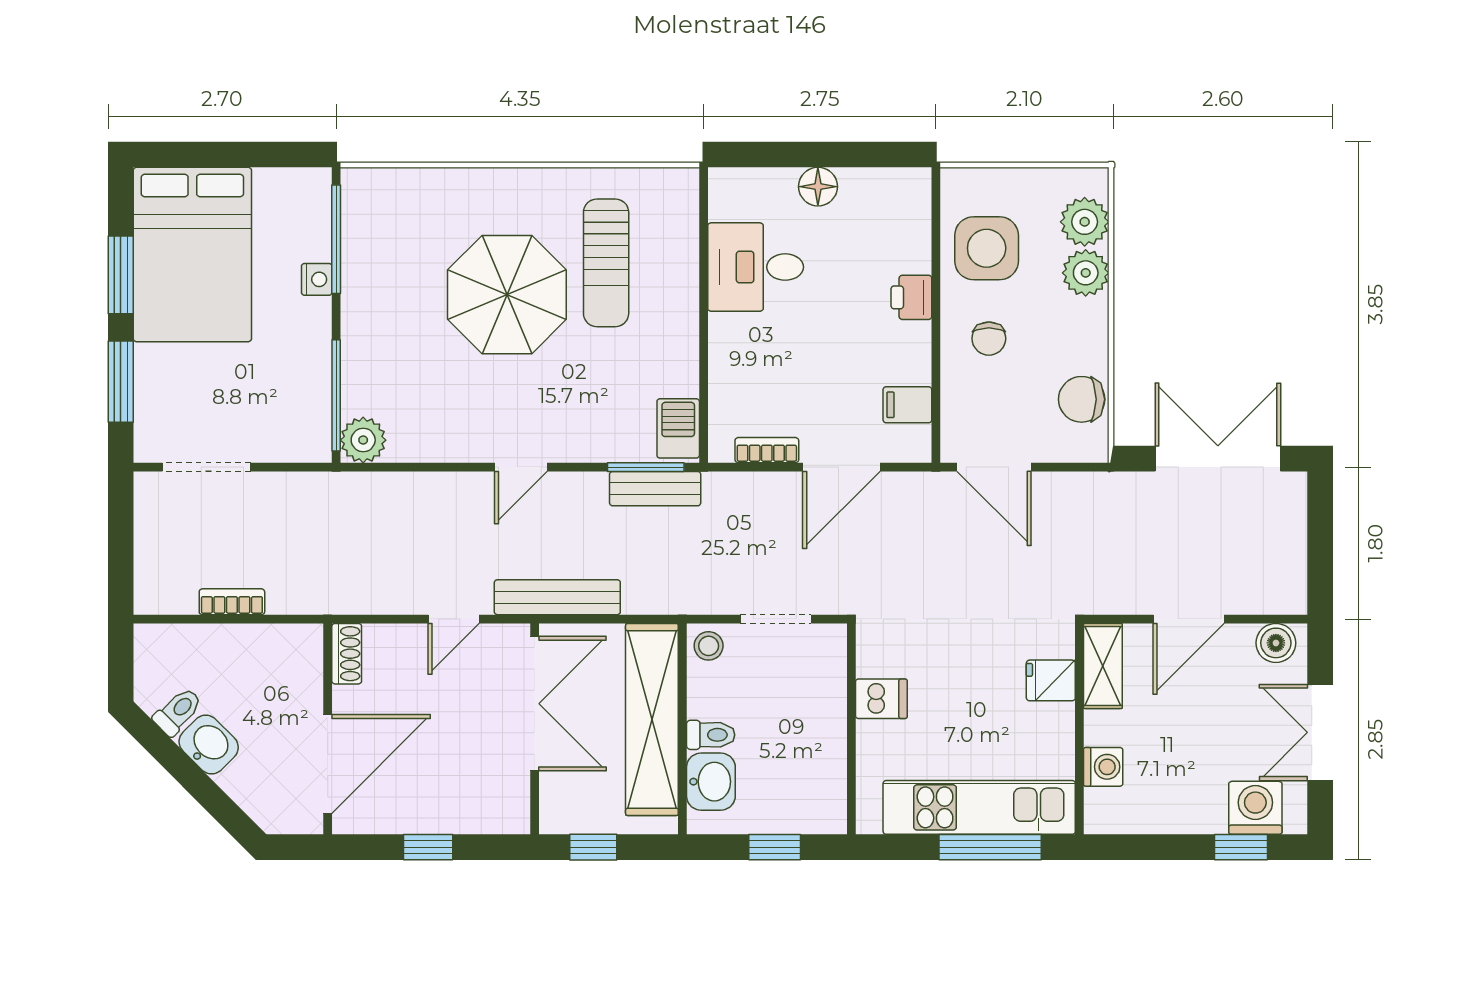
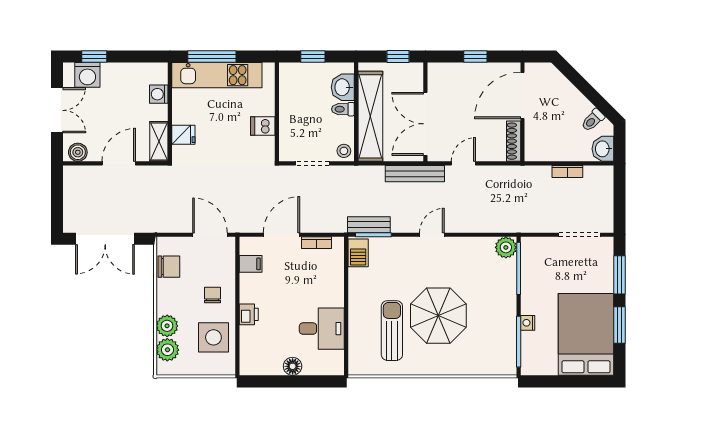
shoe rack: (347, 654) -> (514, 141), width x1.43
washbasin: (209, 744) -> (603, 149), moved, turned 45

